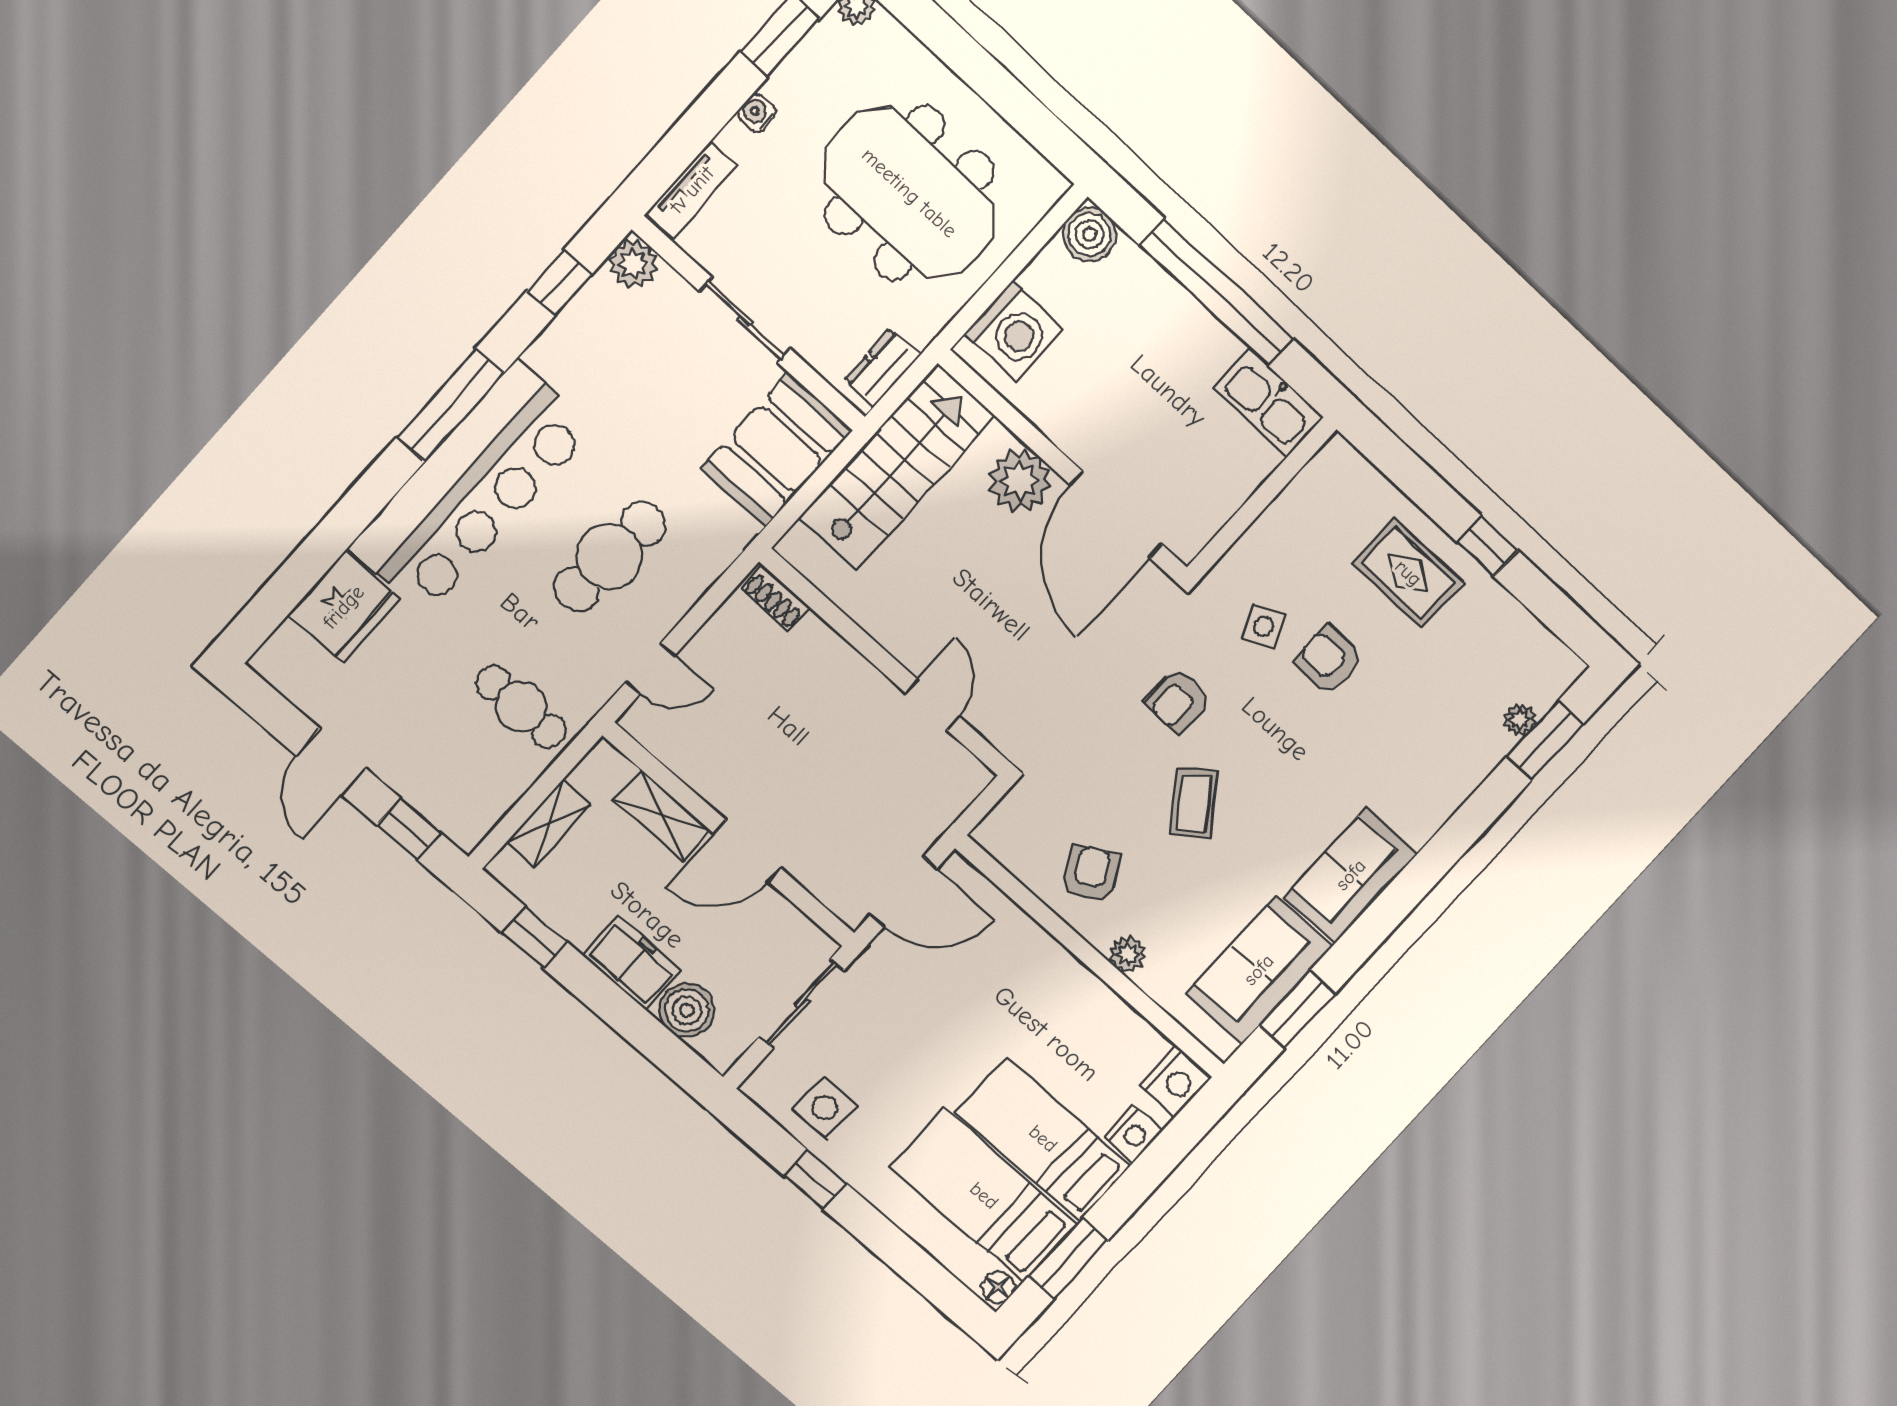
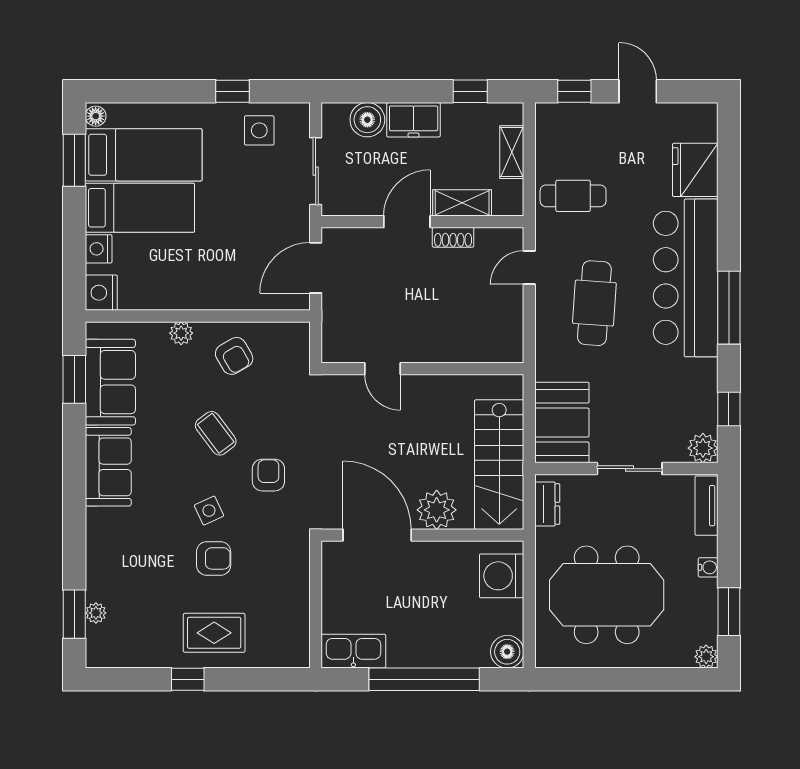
shoe rack: (776, 598) -> (453, 237), moved, turned 180
side table: (1264, 626) -> (209, 511), moved

